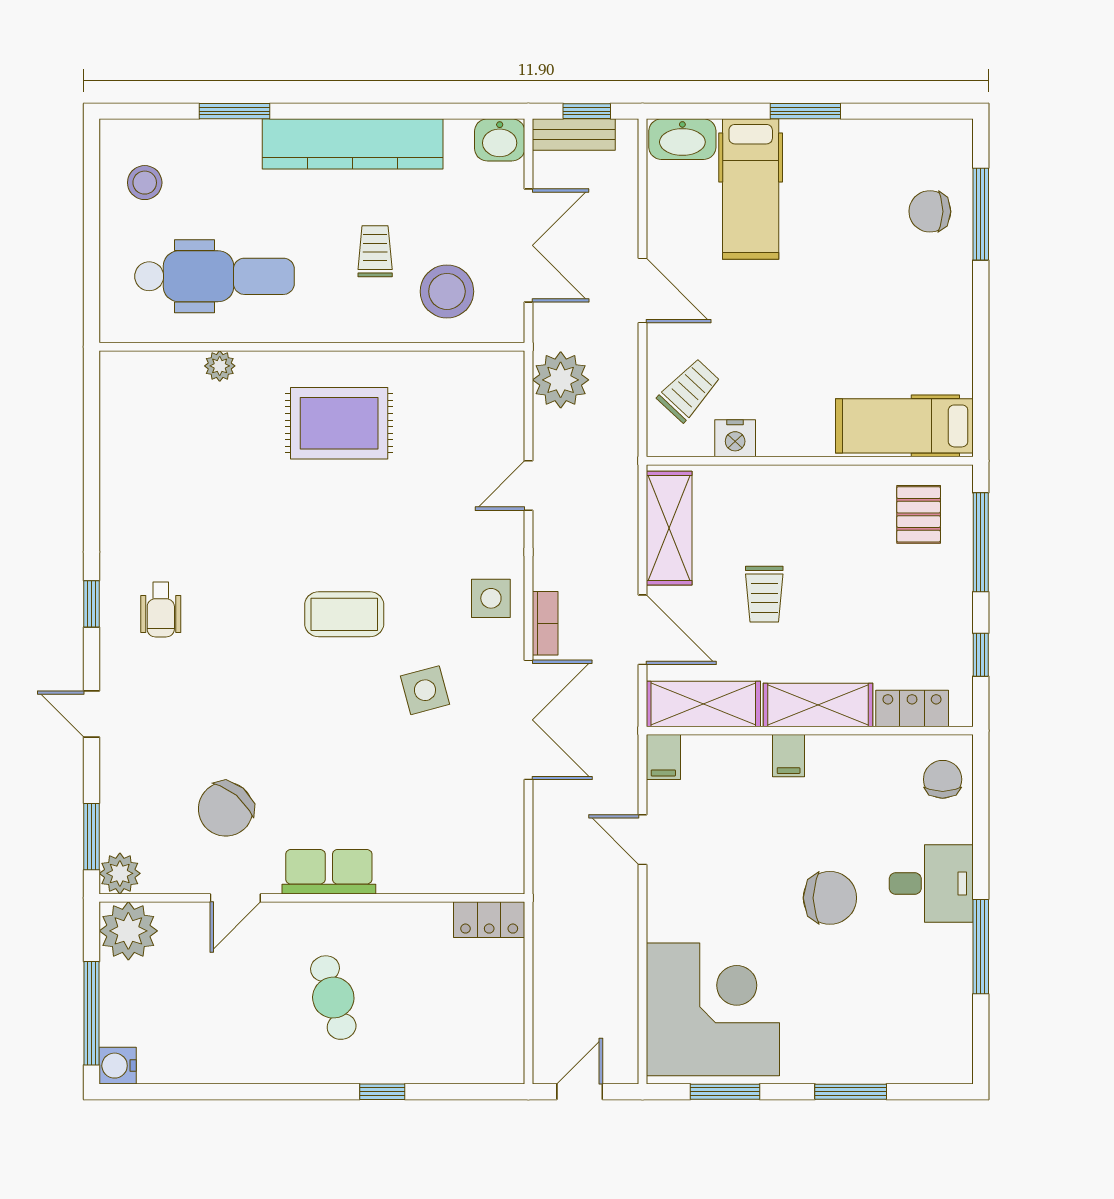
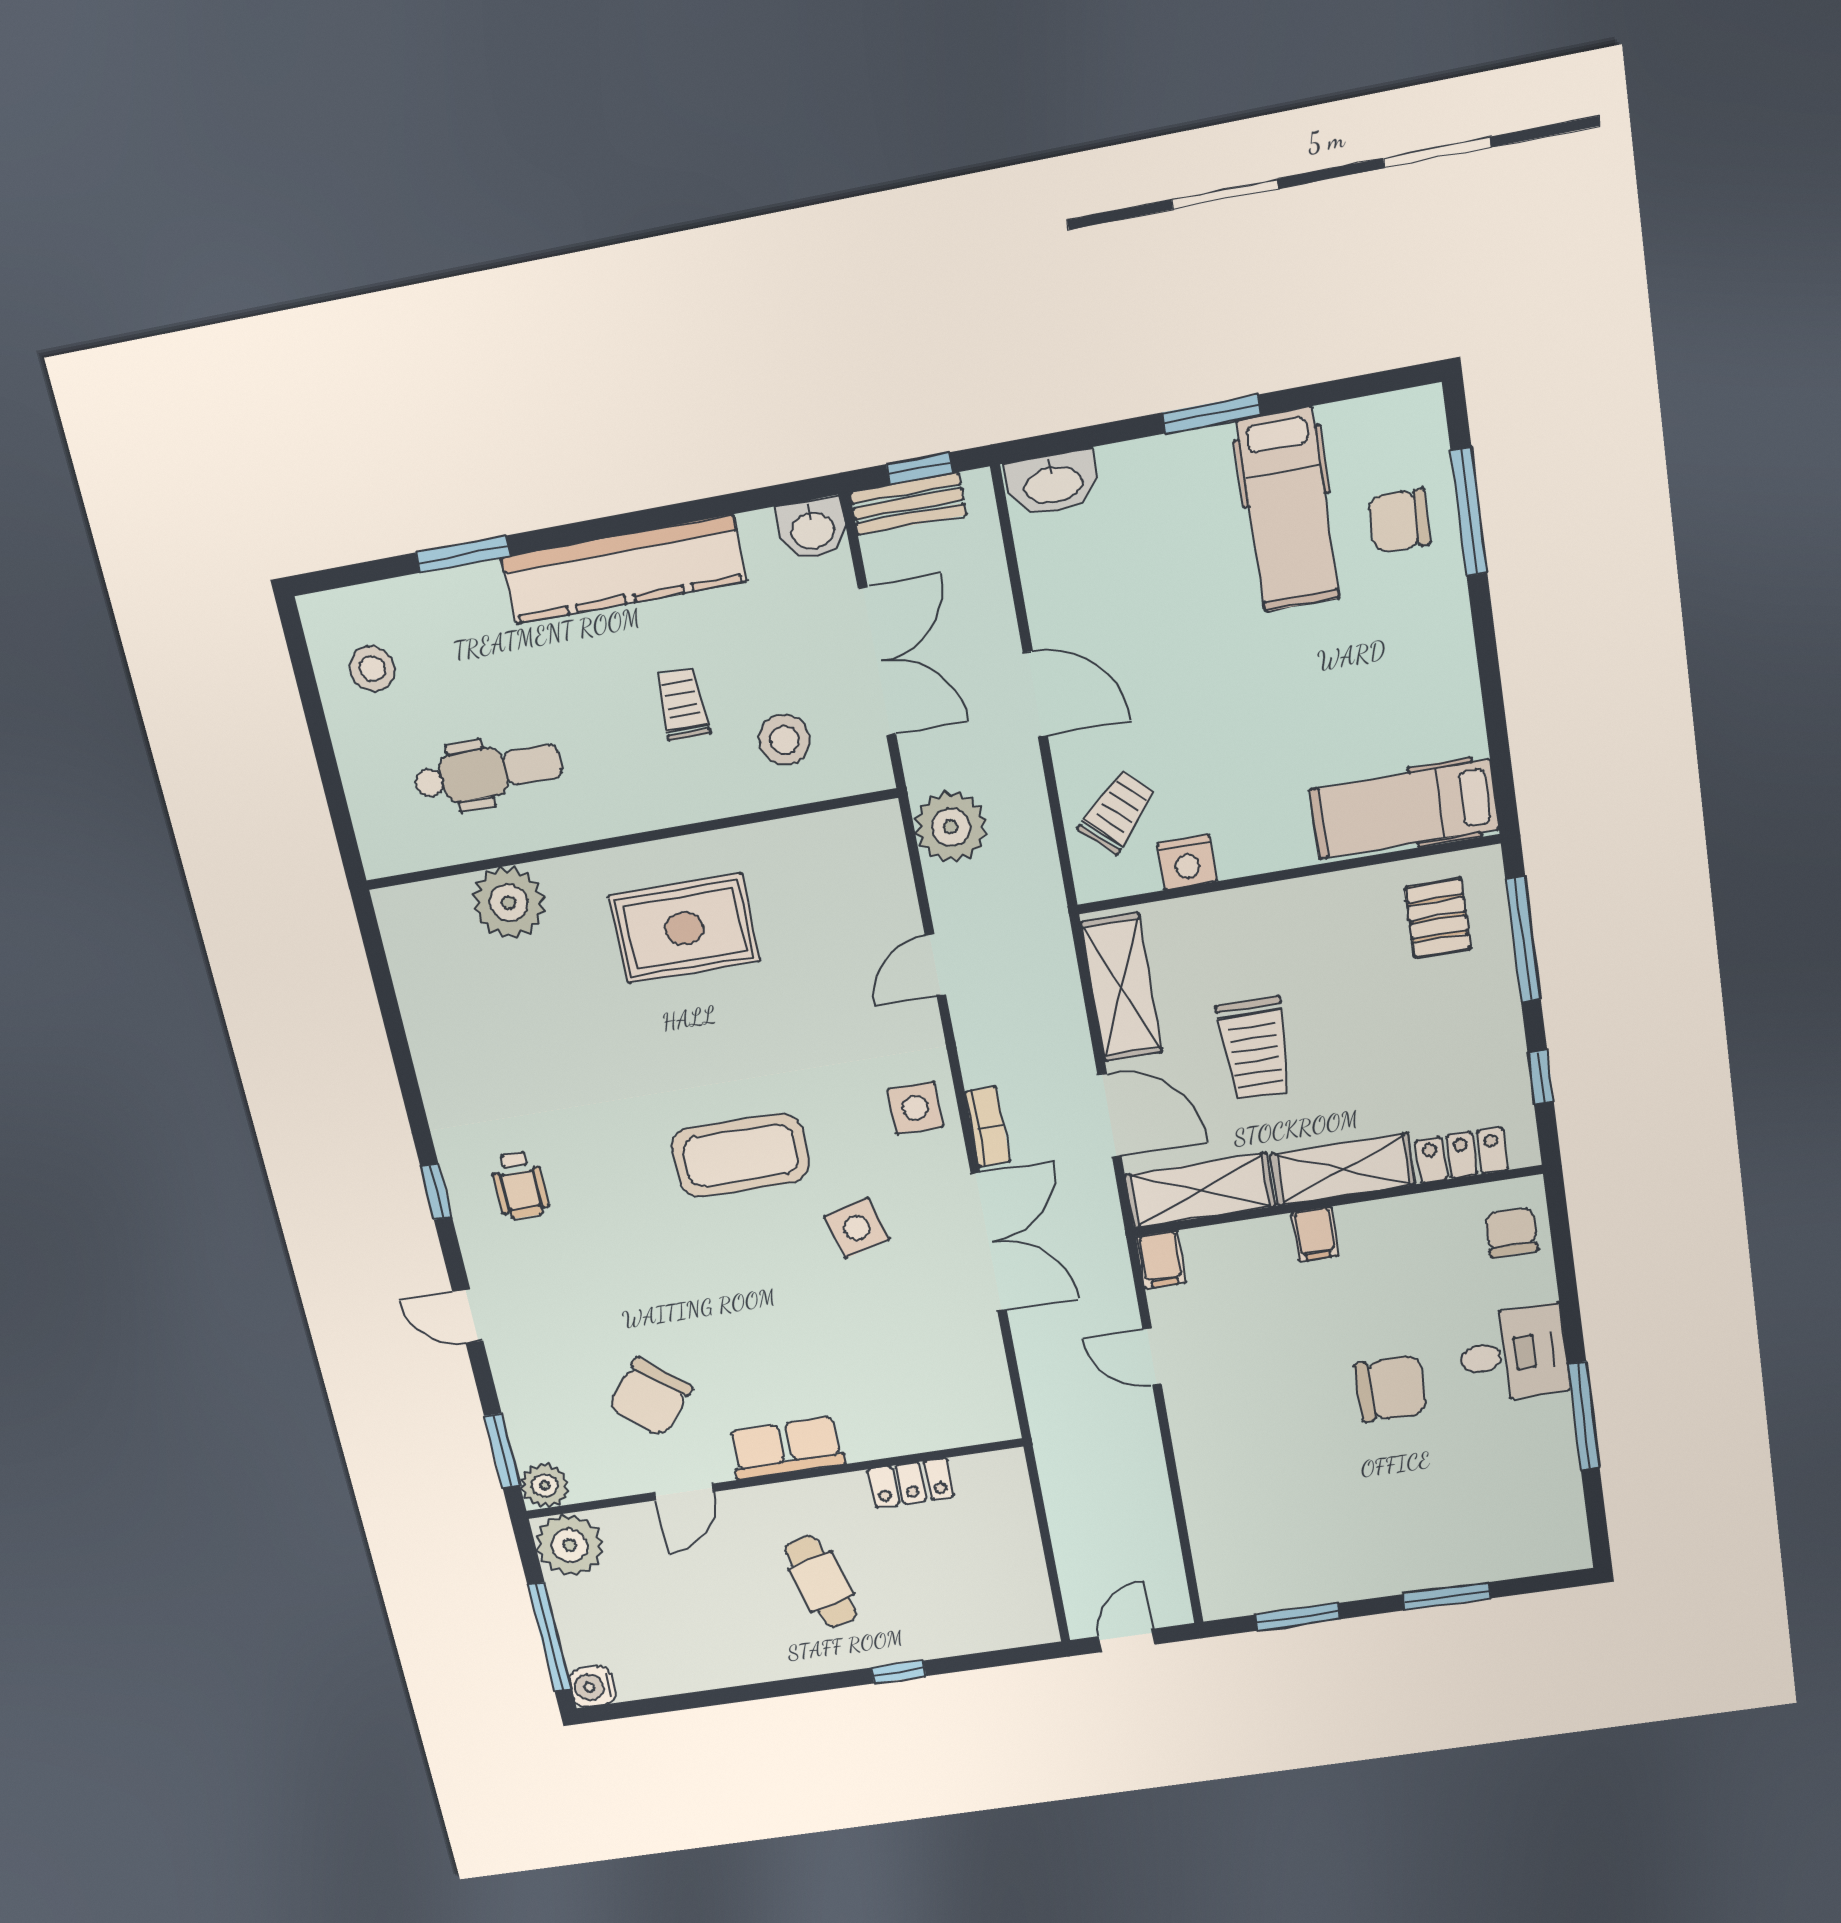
hospital bed: (751, 189) -> (1288, 510), moved
dental chair: (214, 276) -> (488, 772), width x0.73, depth x0.72
stool: (447, 291) -> (785, 740), width x0.73, depth x0.73
plant: (220, 366) -> (509, 903), width x1.88, depth x1.88
trolley: (764, 594) -> (1255, 1048), width x1.36, depth x1.39
coffee table: (344, 614) -> (741, 1155), width x1.36, depth x1.32
locker: (489, 920) -> (911, 1483), moved
corner desk: (713, 1009) -> (1268, 1531), removed

